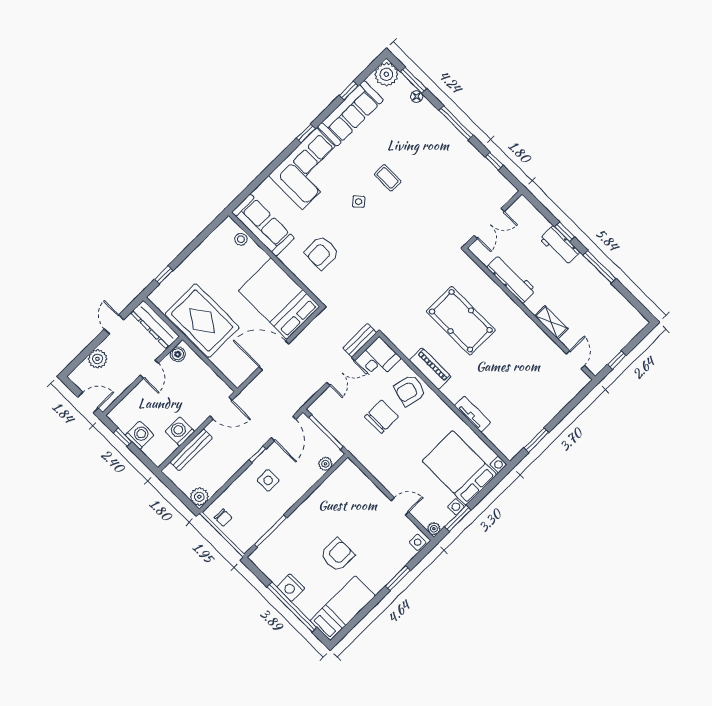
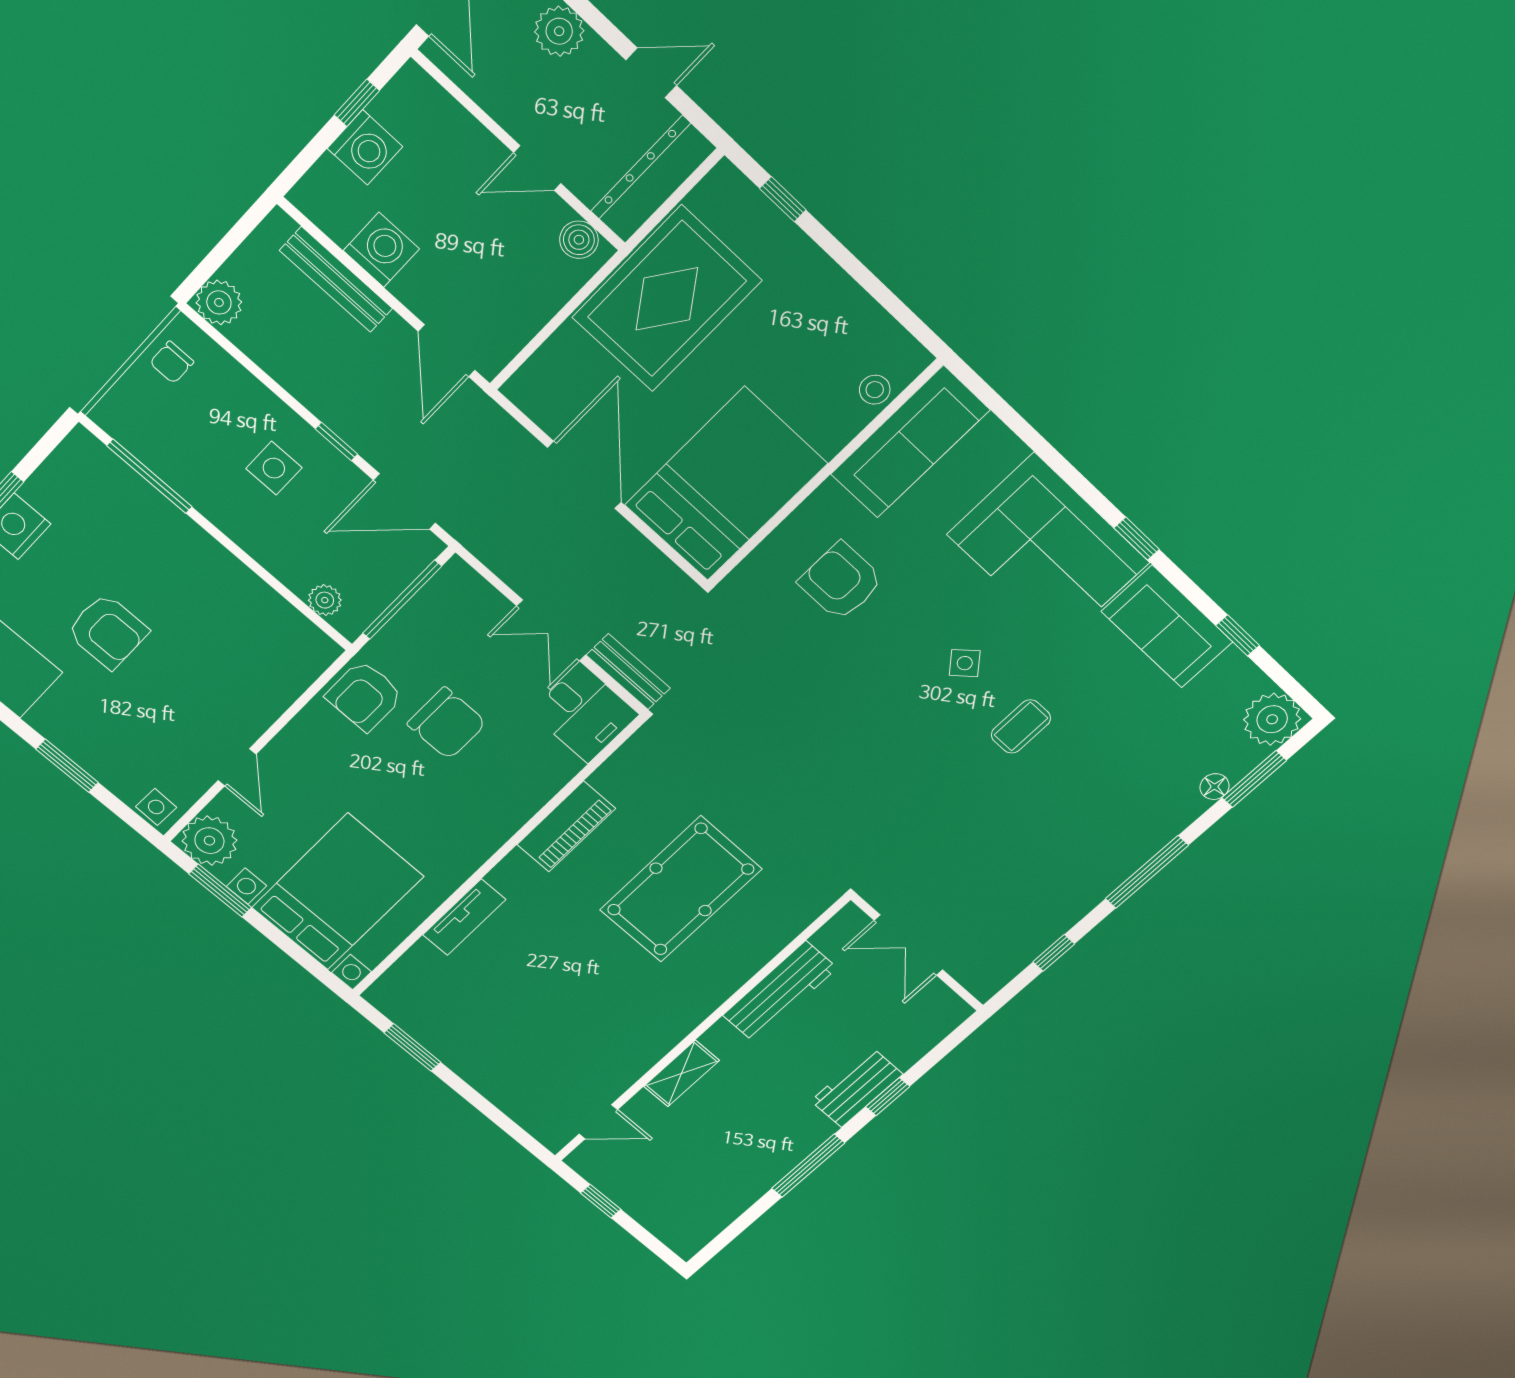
sofa: (350, 113) -> (1167, 627), width x0.73
armchair: (410, 390) -> (365, 696), moved, turned -105
plant: (434, 529) -> (209, 841), width x1.87, depth x1.87

